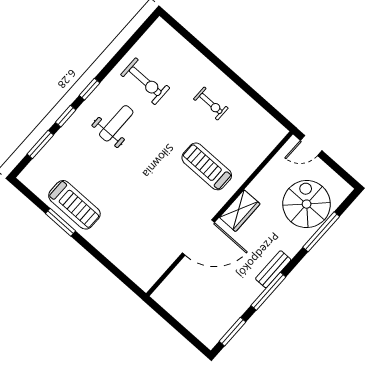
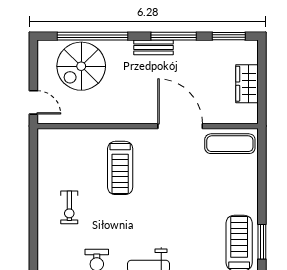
exercise bike: (211, 104) -> (69, 207), turned 180
wardrobe: (240, 211) -> (247, 84), moved, turned -90
window: (321, 232) -> (92, 36), width x1.46
exercise mat: (153, 263) -> (230, 144), added

